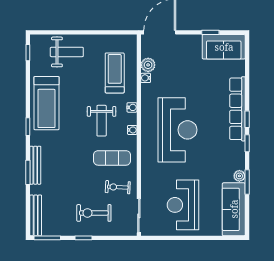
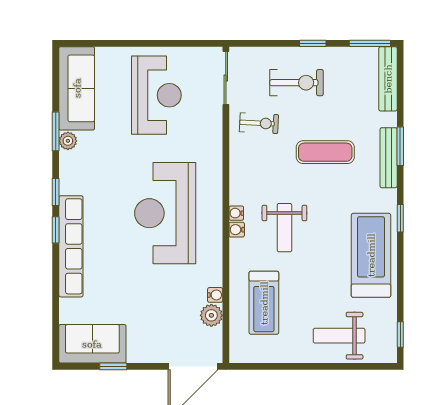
water cooler: (132, 107) -> (237, 230), moved
weight bench: (102, 121) -> (284, 228), turned 180
exercise mat: (112, 158) -> (325, 152), moved

